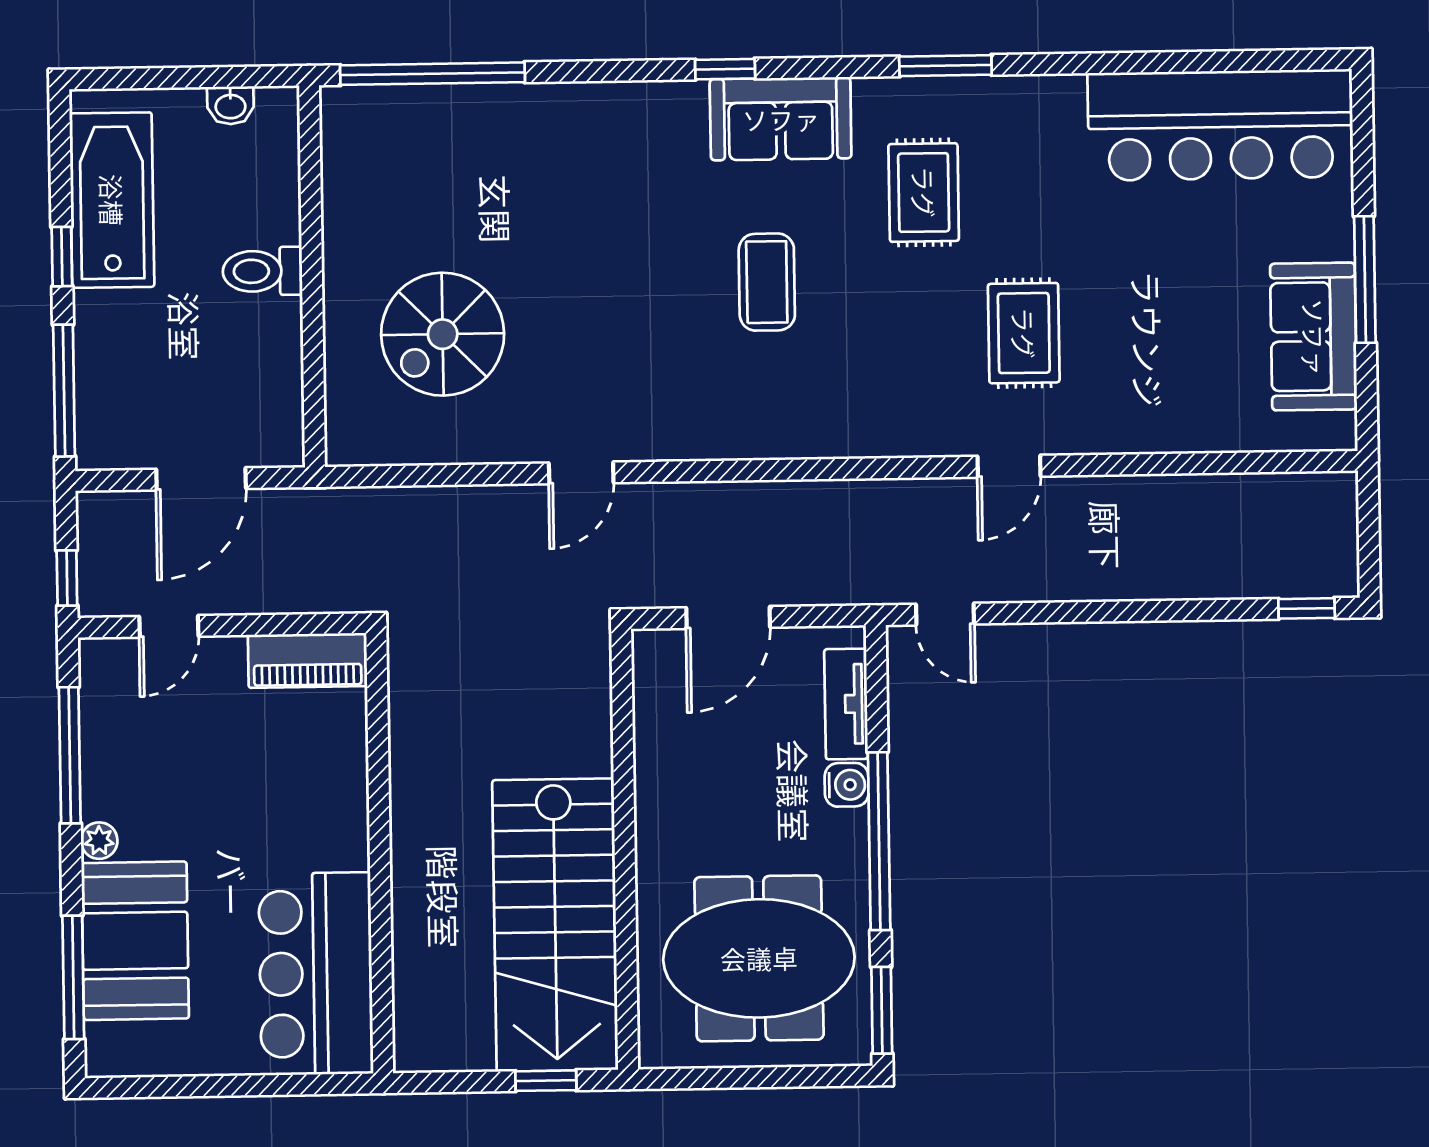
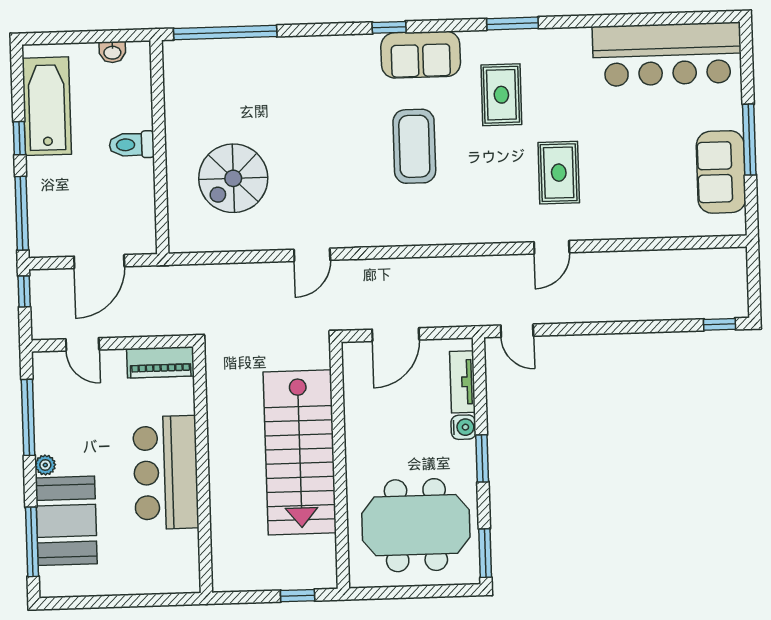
coffee table: (767, 282) -> (414, 146), width x1.36, depth x1.32
window: (67, 578) -> (24, 291), moved
door: (169, 626) -> (82, 344), hinge flipped
window: (879, 841) -> (482, 458), width x0.47
stairs: (555, 925) -> (300, 452), moved
bar counter: (316, 974) -> (166, 473), moved

